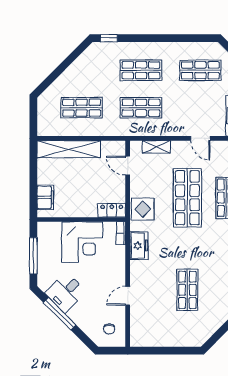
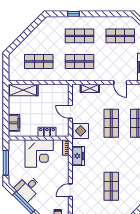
window: (109, 38) -> (73, 14), moved
shelving: (69, 149) -> (23, 90), width x0.68
door: (128, 166) -> (70, 112), moved
shop shelf: (187, 198) -> (111, 123), width x0.70, depth x0.74
locker: (112, 210) -> (47, 132), moved

